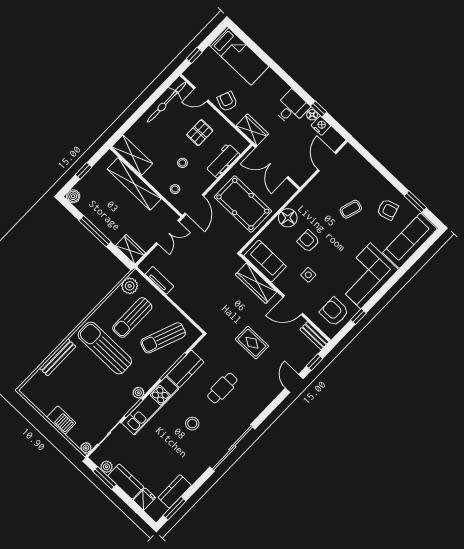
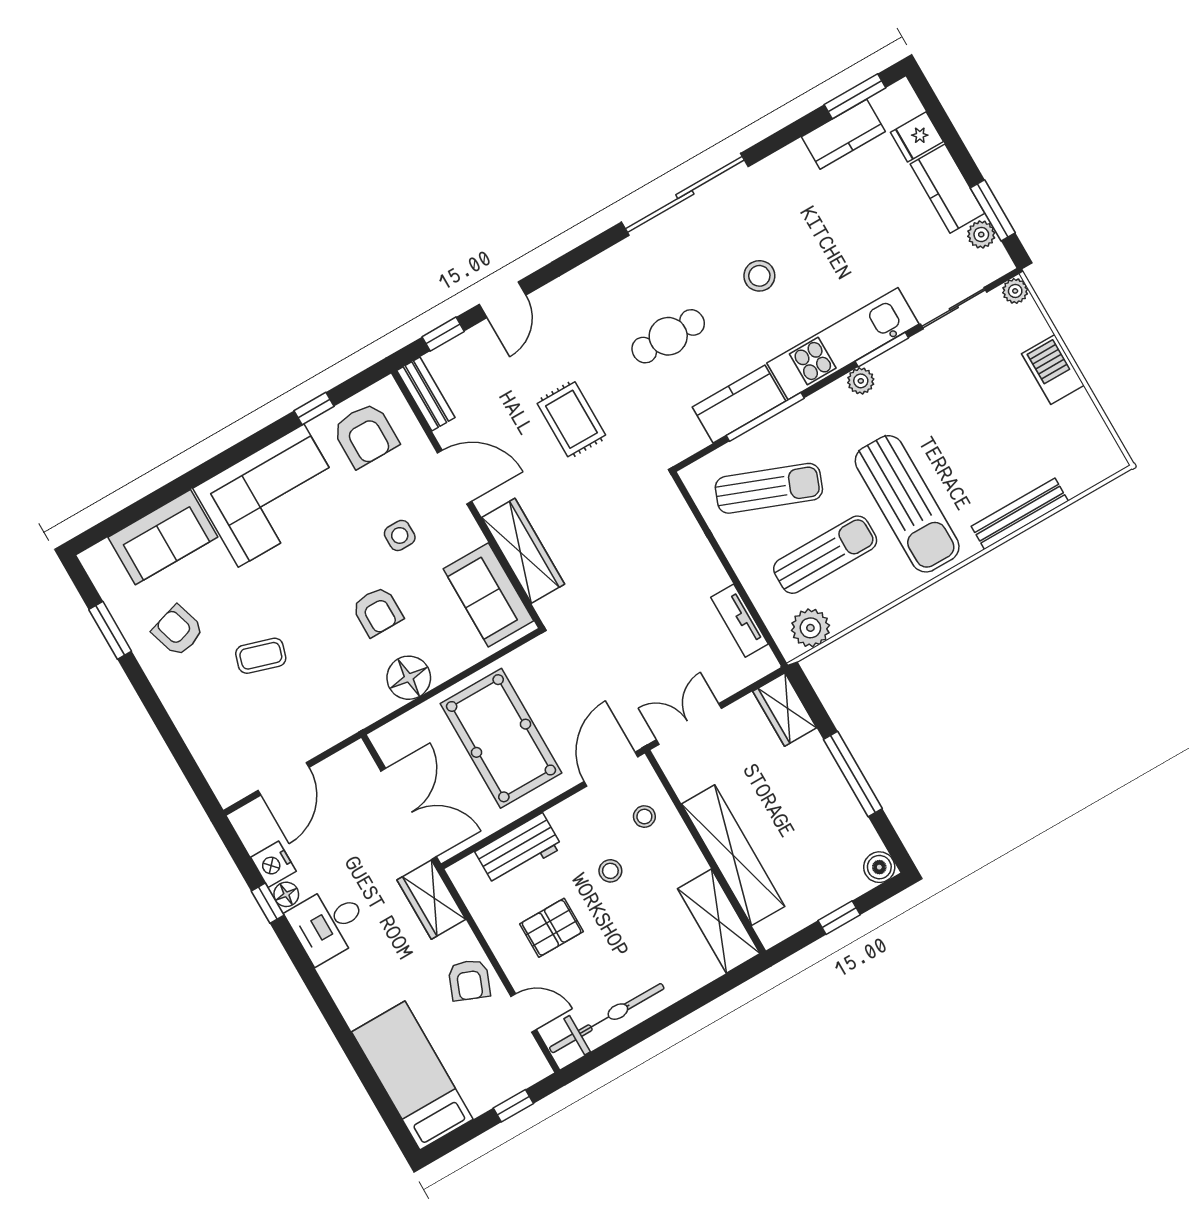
sofa: (410, 241) -> (163, 537), width x0.73

